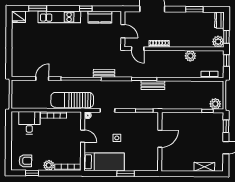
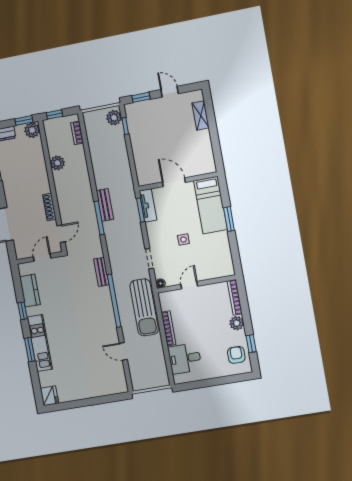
window: (38, 8) -> (30, 350), moved
tv unit: (147, 117) -> (148, 205), added
bed: (104, 162) -> (210, 205), moved, turned 180

